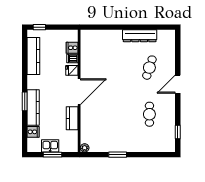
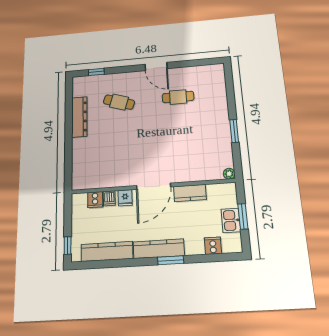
door: (178, 84) -> (156, 66), moved
door: (79, 92) -> (153, 186), swing flipped
kitchen counter: (33, 107) -> (159, 249), moved
window: (178, 132) -> (96, 72), moved

